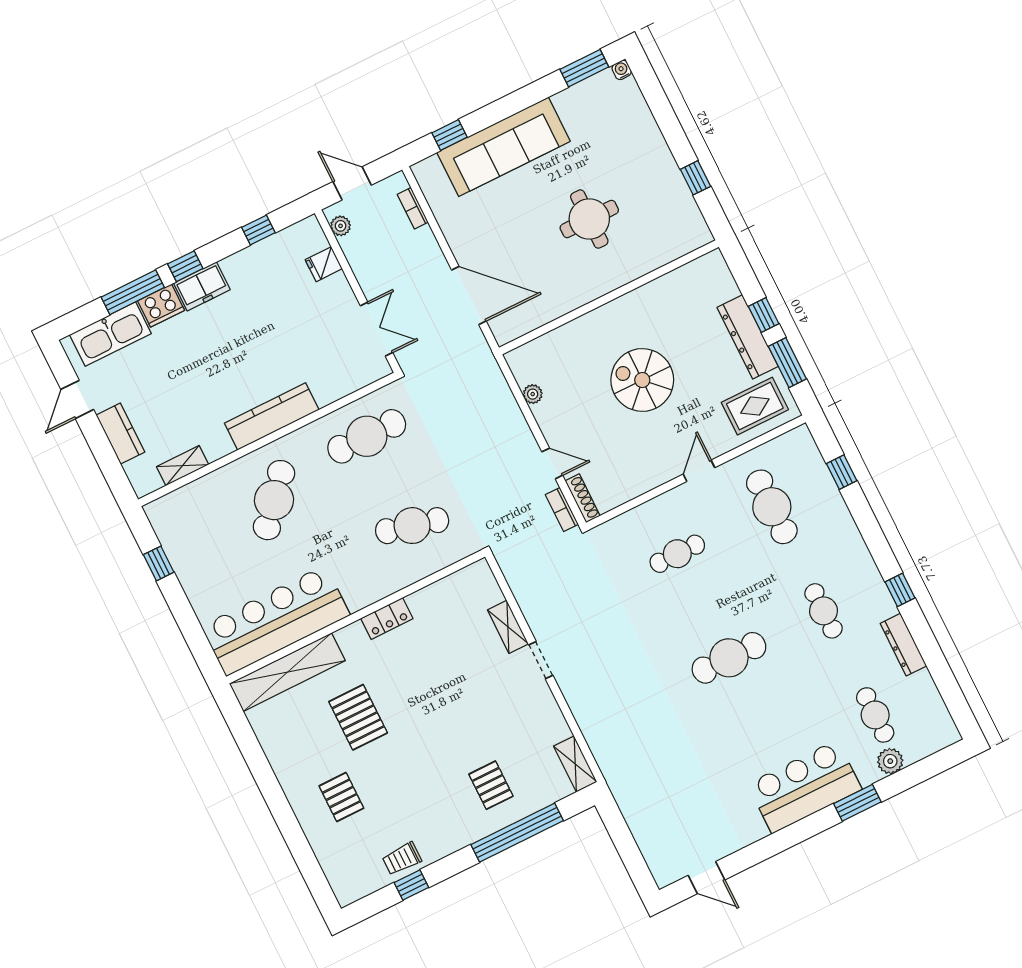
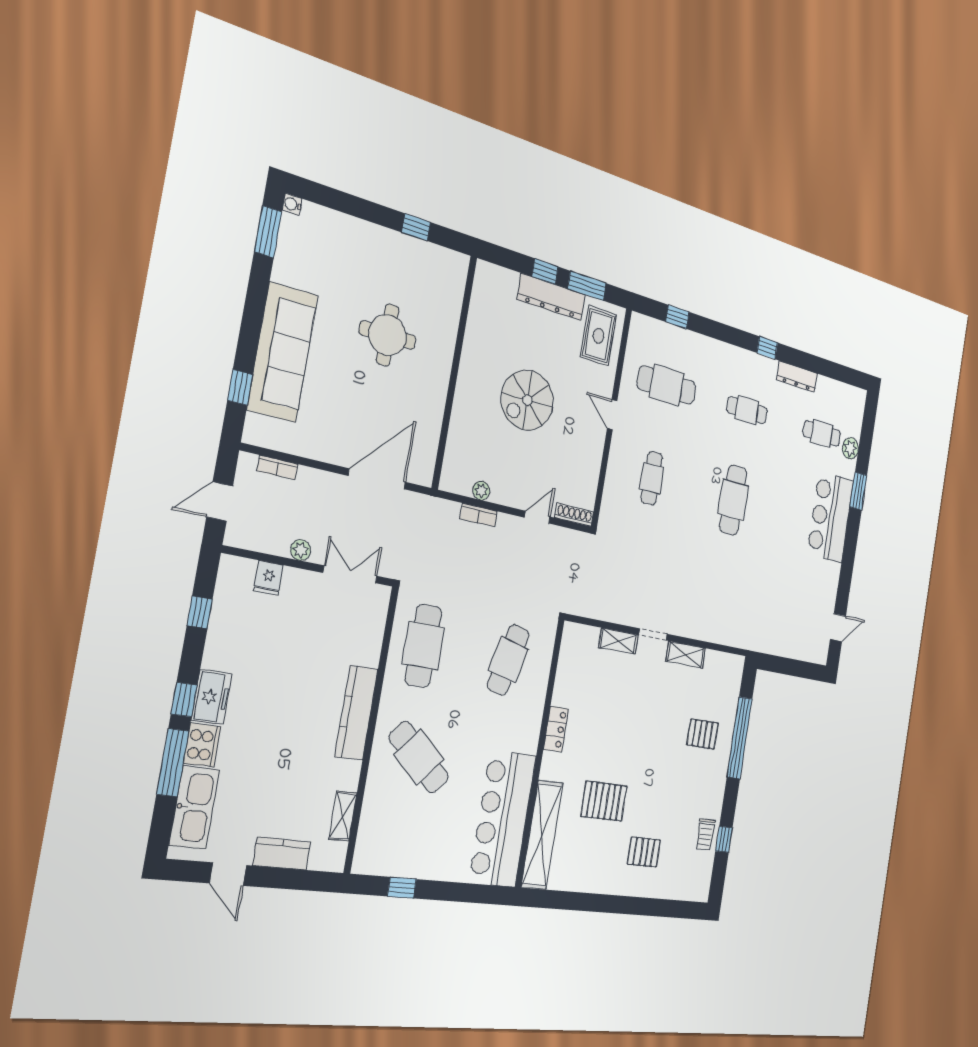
plant: (341, 226) -> (301, 550), moved
bookcase: (562, 510) -> (479, 515), moved
shelving: (575, 764) -> (686, 655), moved

